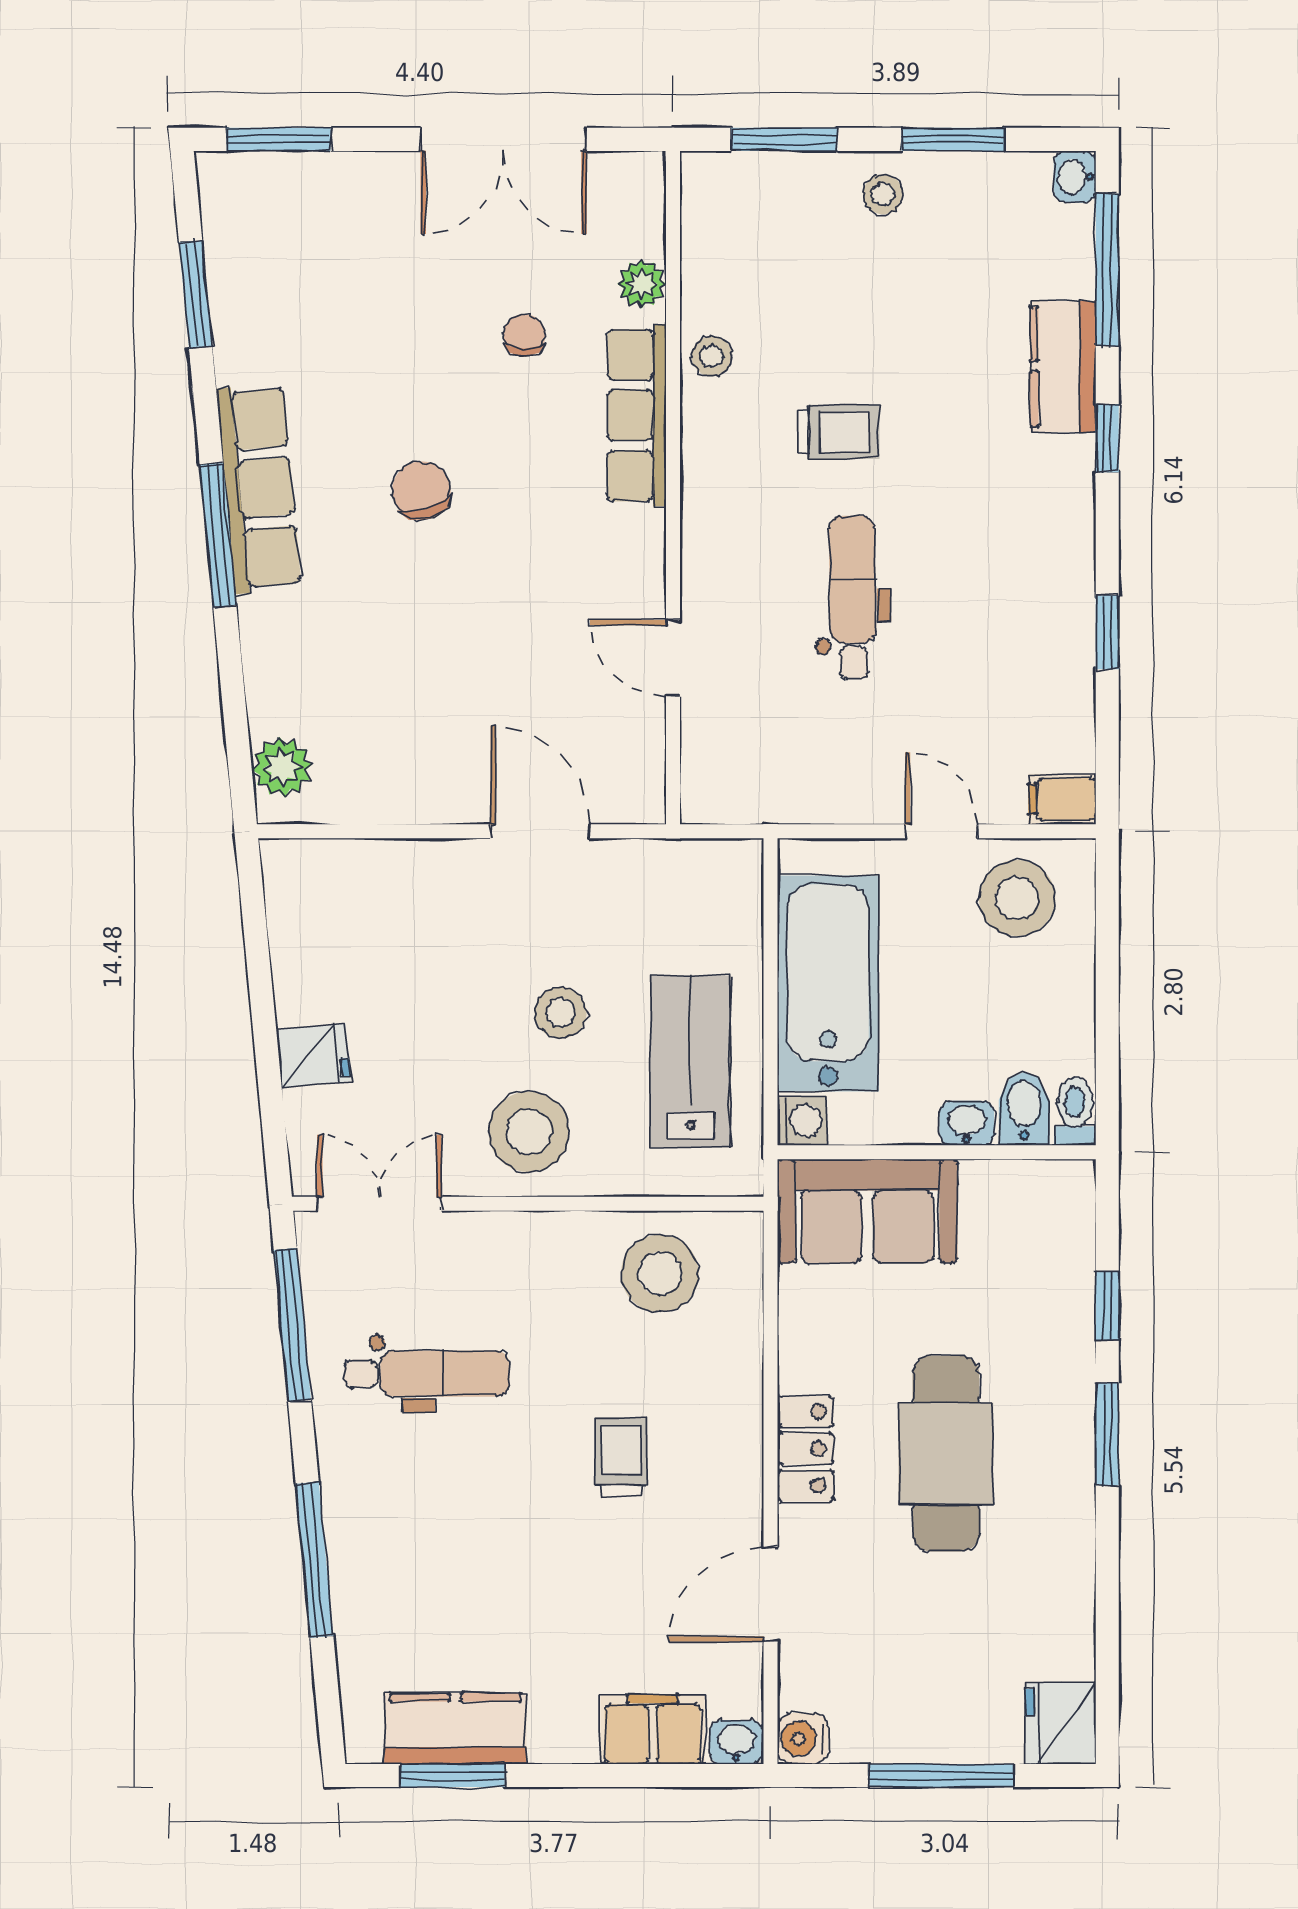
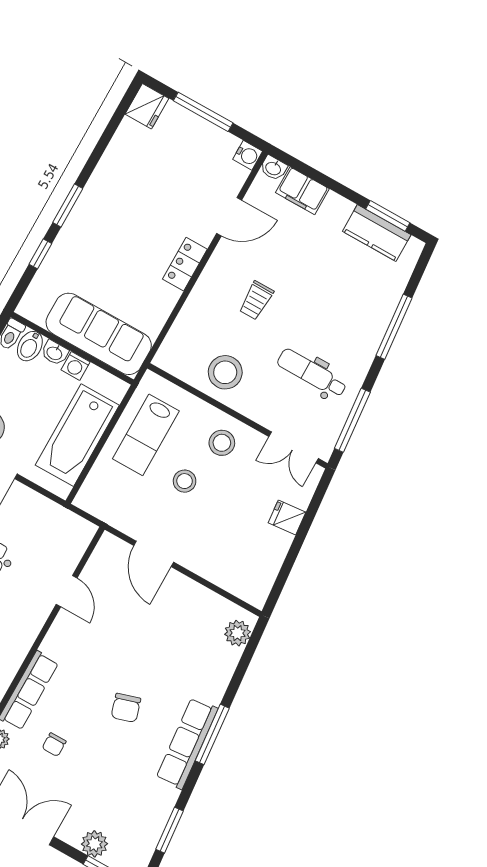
plant: (331, 182) -> (94, 844), added
washing machine: (802, 1121) -> (76, 366), moved, turned -90
stool: (529, 1132) -> (222, 443), width x0.73, depth x0.73
sofa: (867, 1211) -> (99, 334), width x1.36
stool: (660, 1273) -> (225, 372), moved
cafe table: (946, 1453) -> (133, 233), removed

